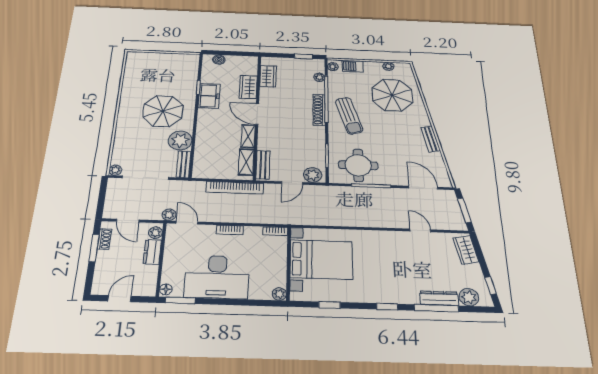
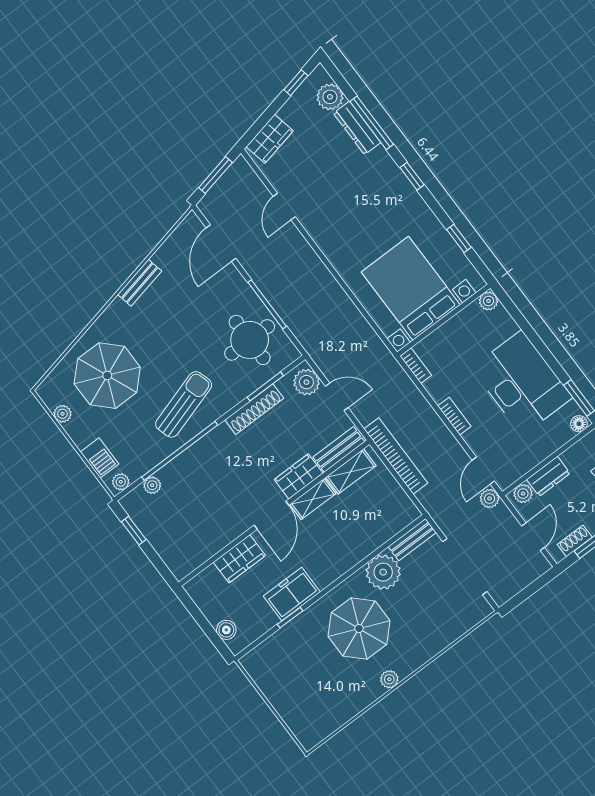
wardrobe: (268, 76) -> (299, 476), moved
shoe rack: (319, 110) -> (254, 409), moved
plant: (115, 170) -> (389, 679), moved

